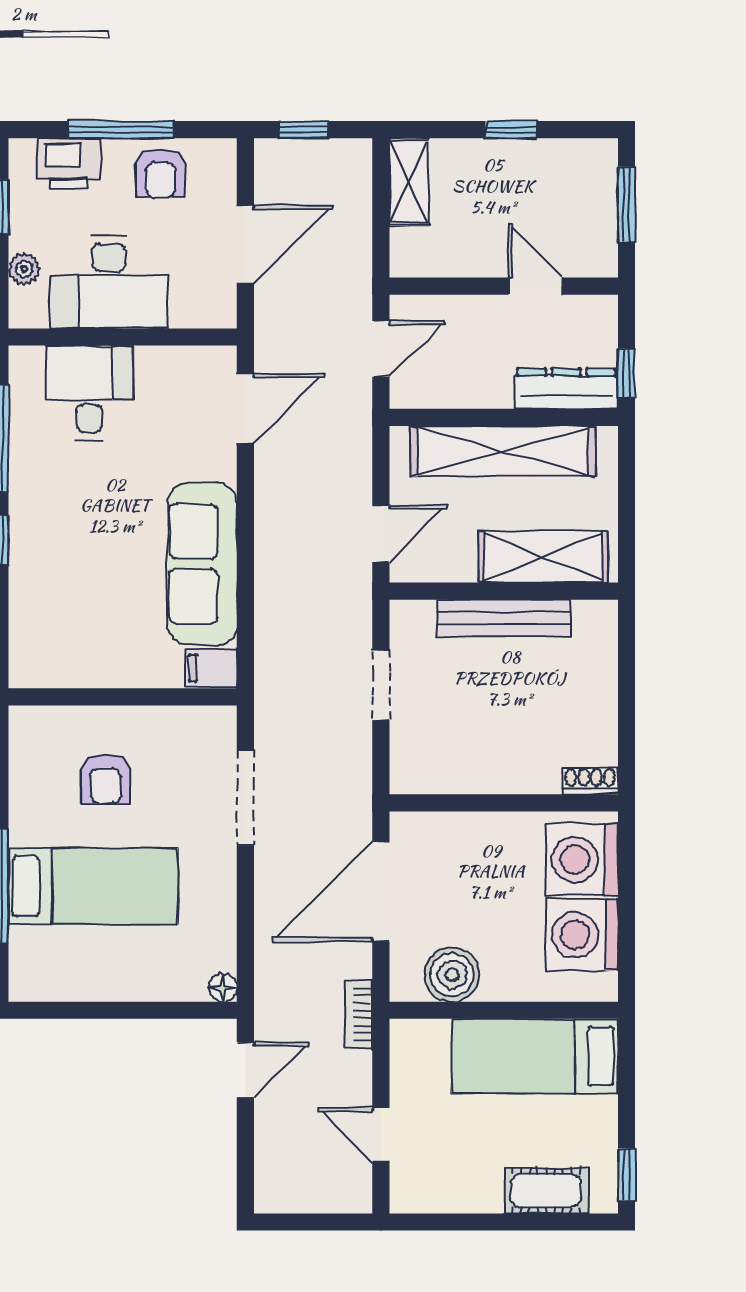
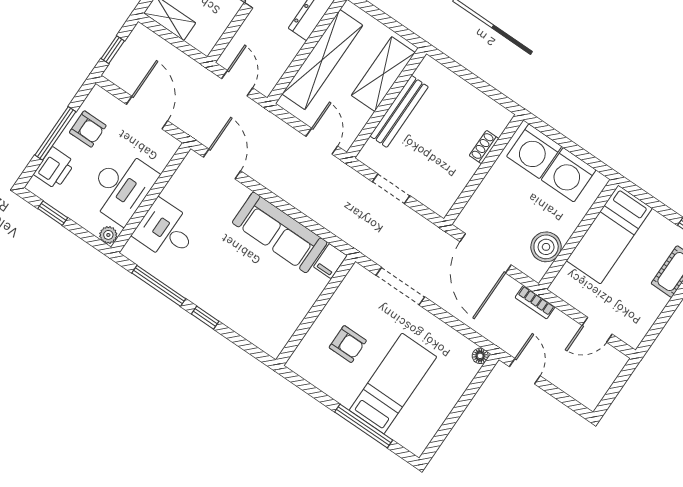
plant: (24, 269) -> (108, 235), moved
shoe rack: (590, 781) -> (484, 147), moved

